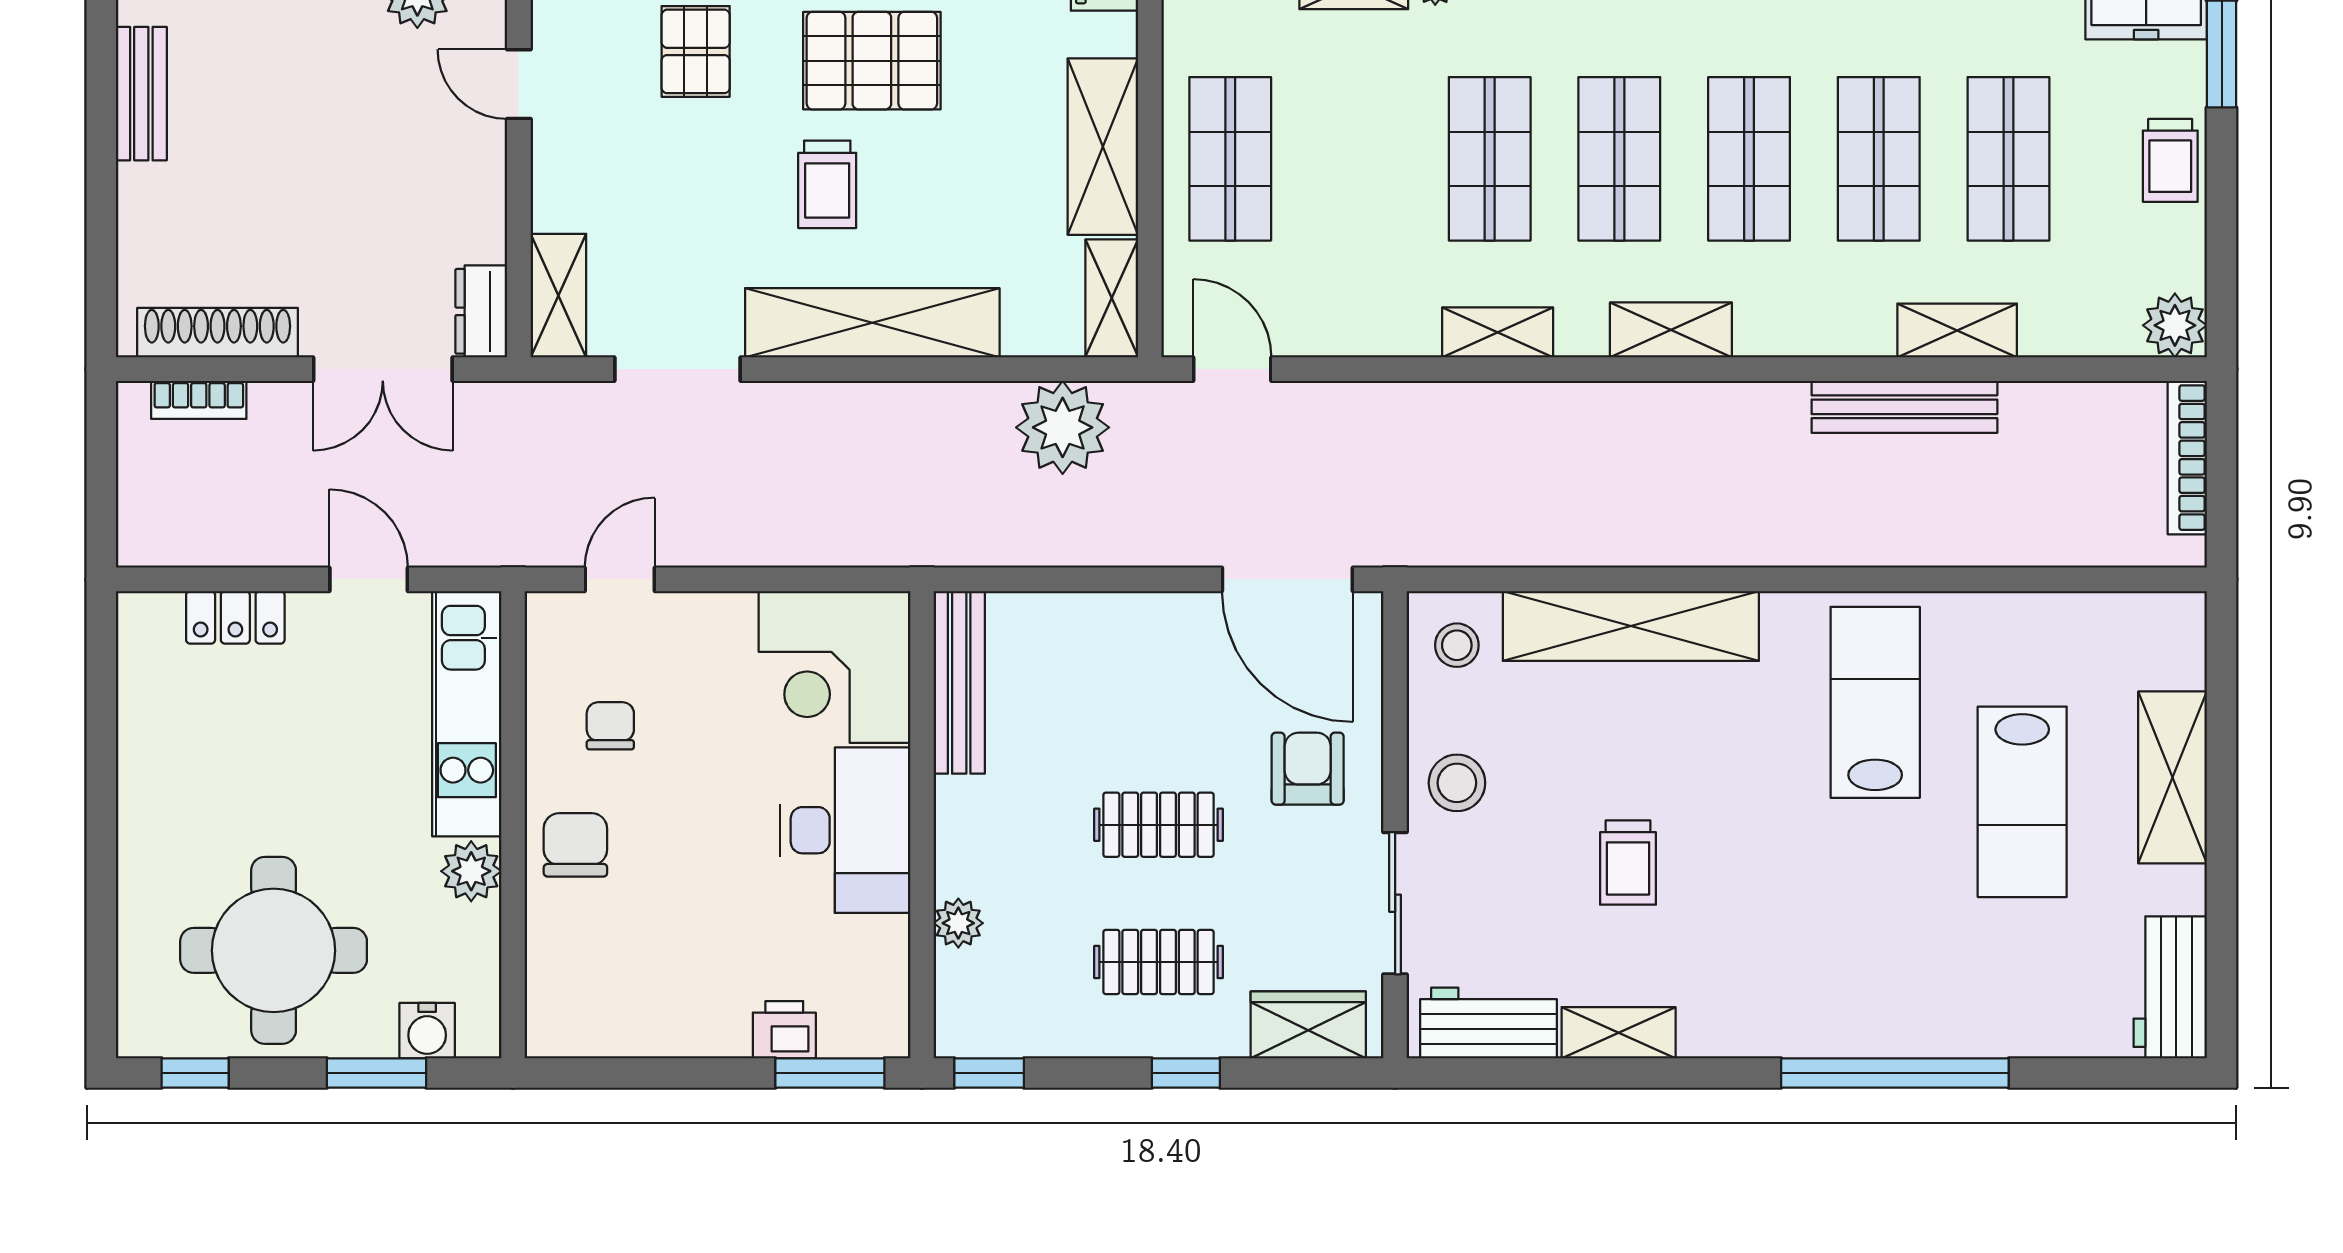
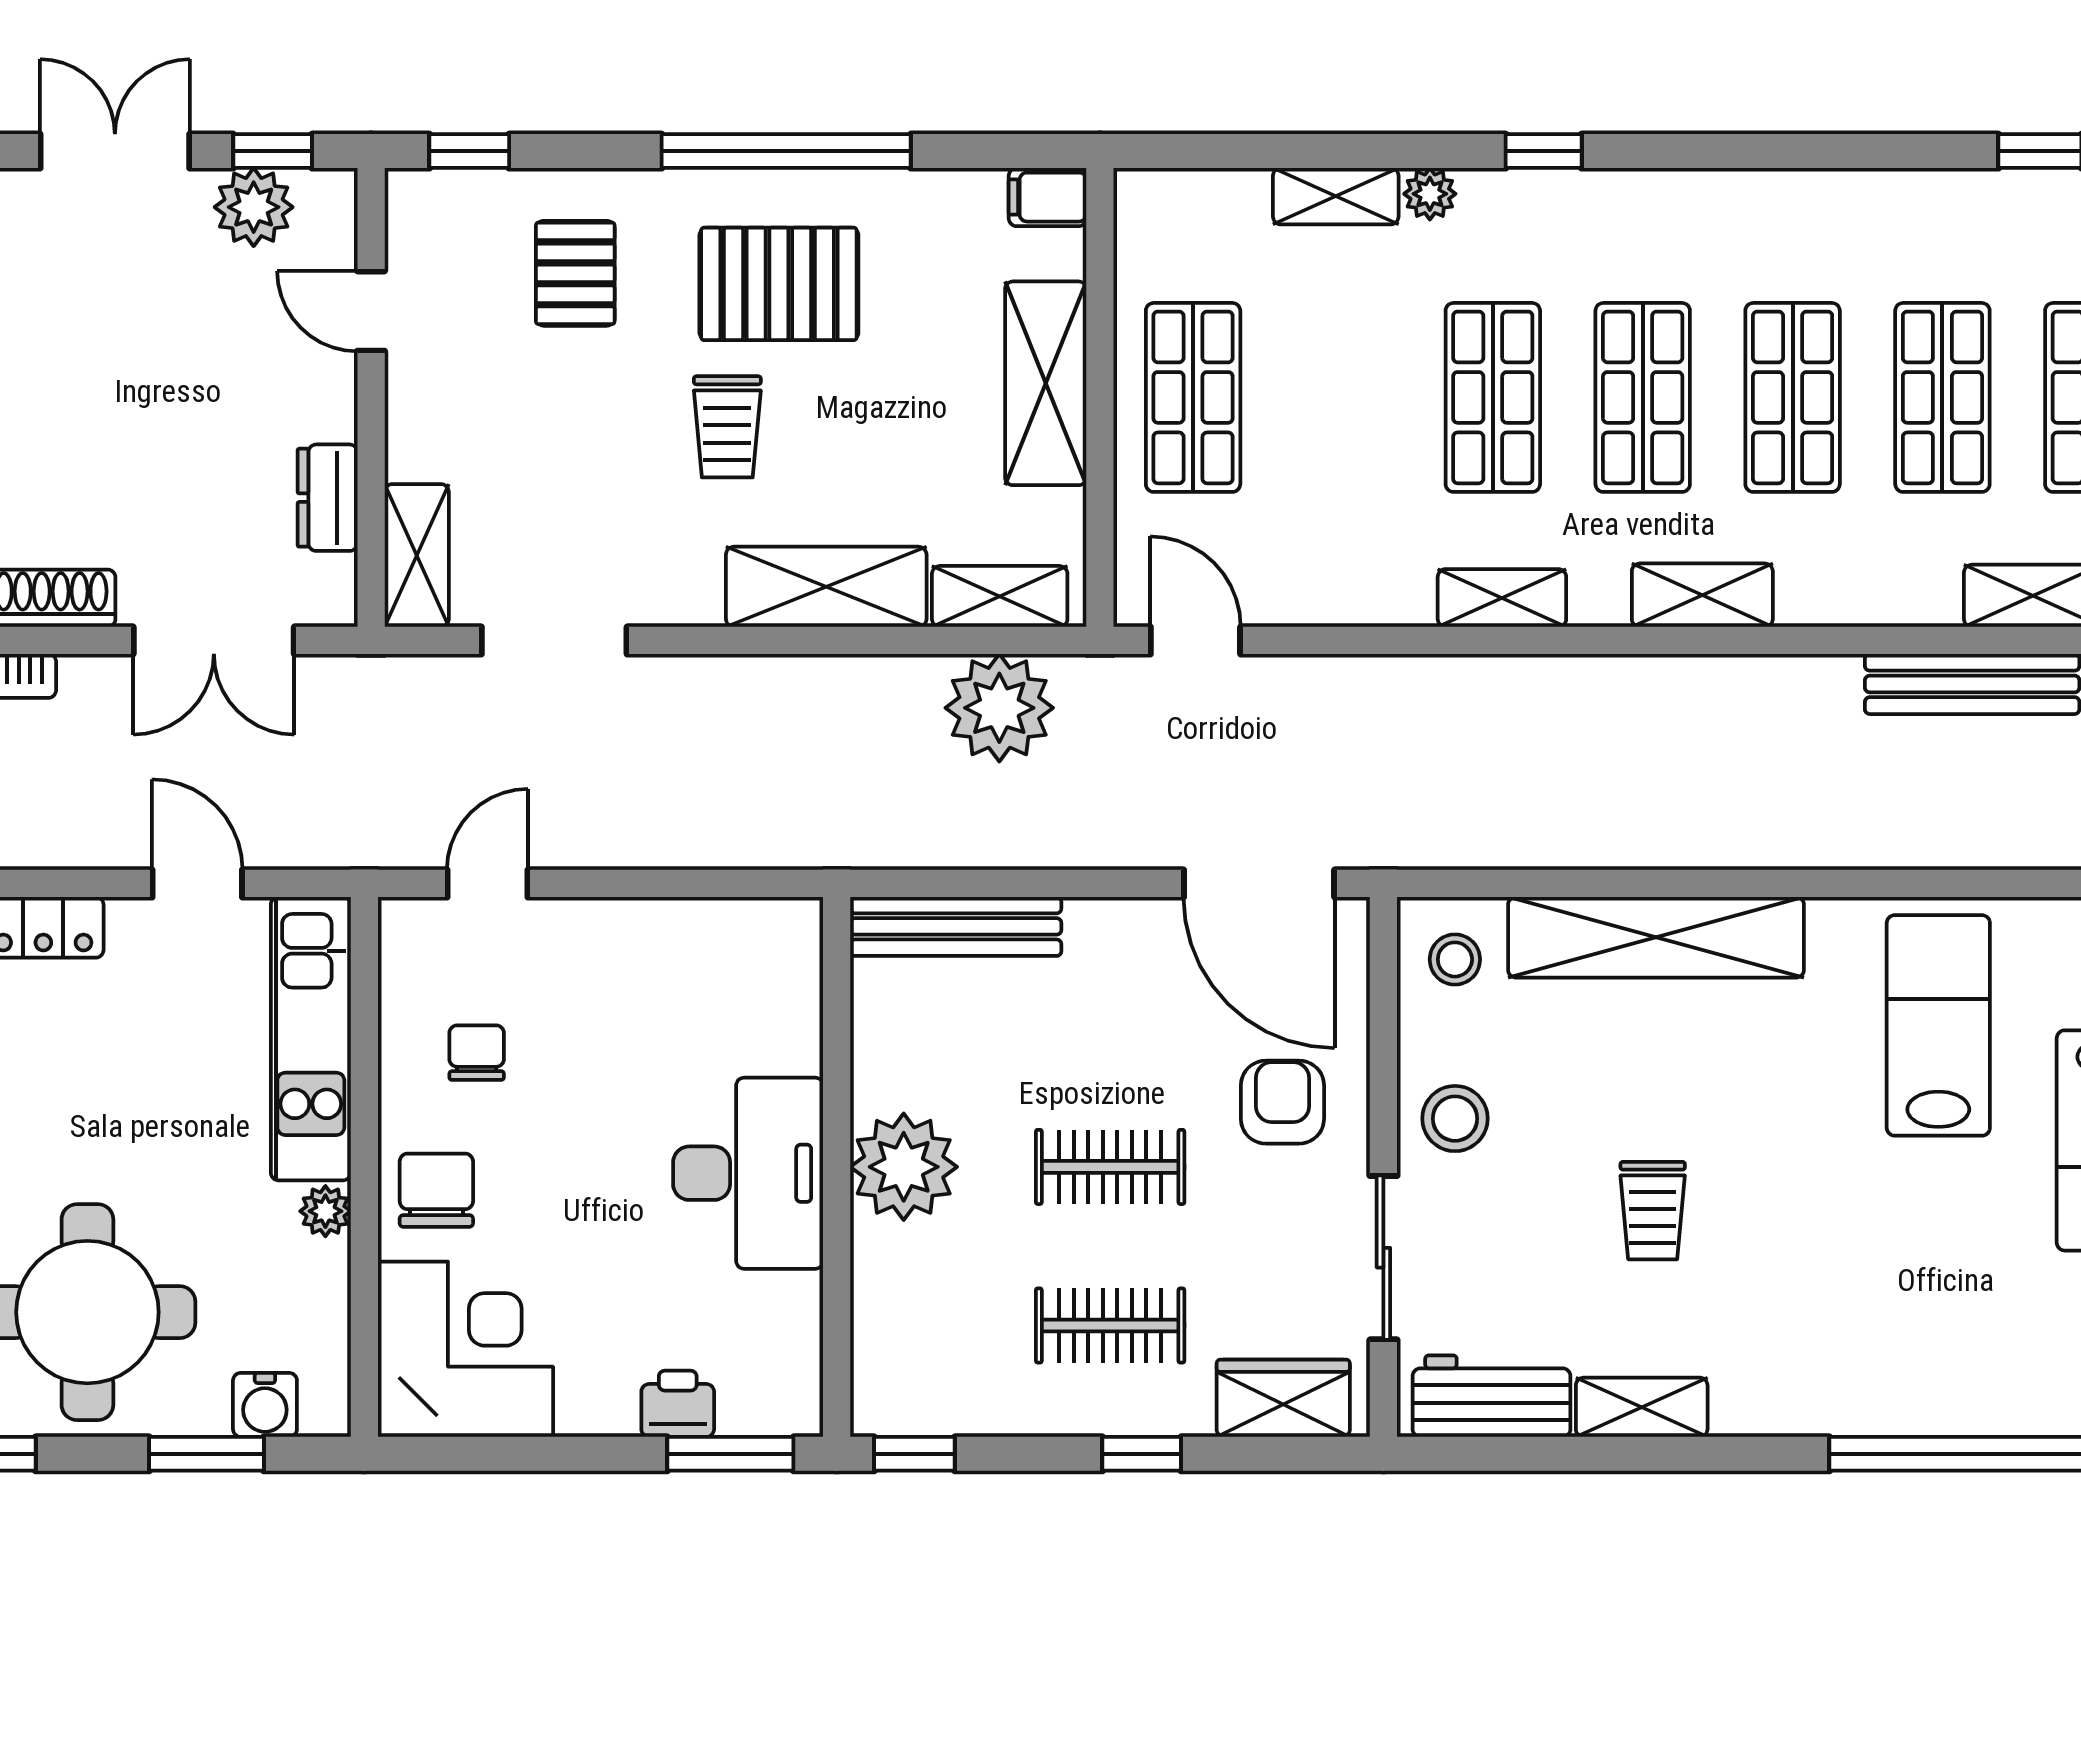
shelving: (1112, 298) -> (1000, 596), moved, turned 90
dresser: (481, 311) -> (328, 498), moved
shelving: (872, 323) -> (826, 587), width x0.68
corner desk: (834, 667) -> (465, 1349), moved, turned 180
bench: (959, 682) -> (956, 926), moved, turned 90
plant: (471, 871) -> (325, 1211), width x0.73, depth x0.73
plant: (958, 923) -> (904, 1167), moved, width x1.87, depth x1.87

